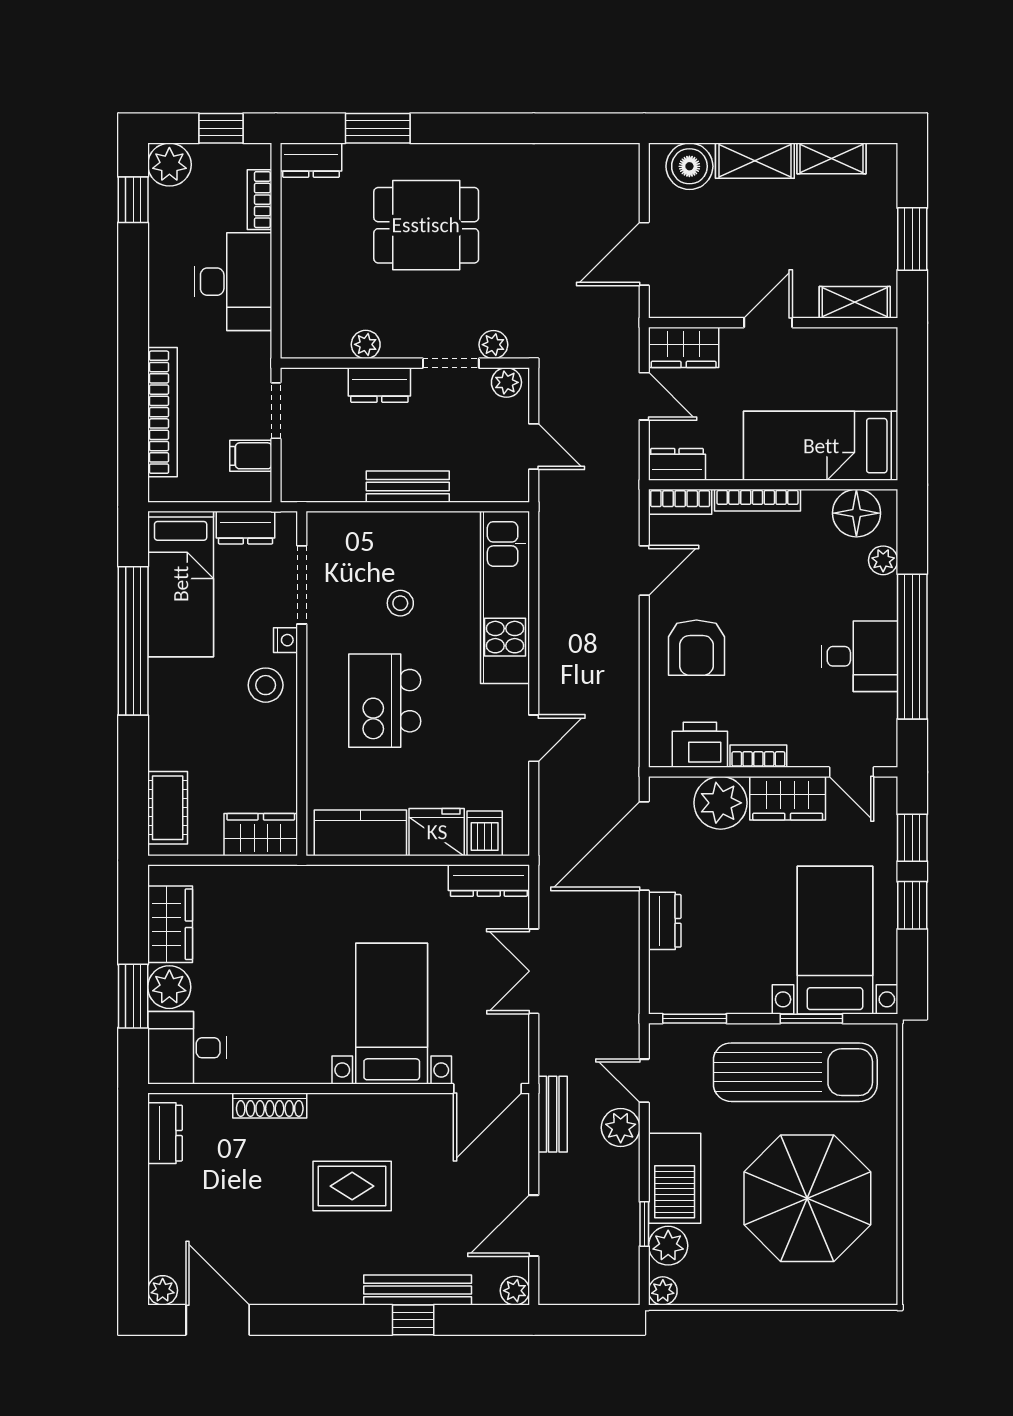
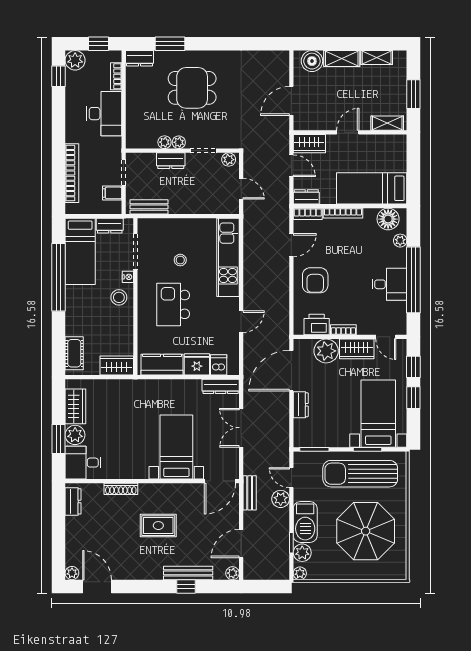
plant: (493, 345) -> (179, 142), moved
bench: (408, 487) -> (149, 207), moved
sun lounger: (795, 1072) -> (360, 474), turned 180

